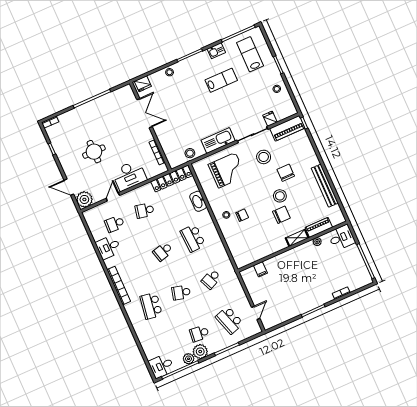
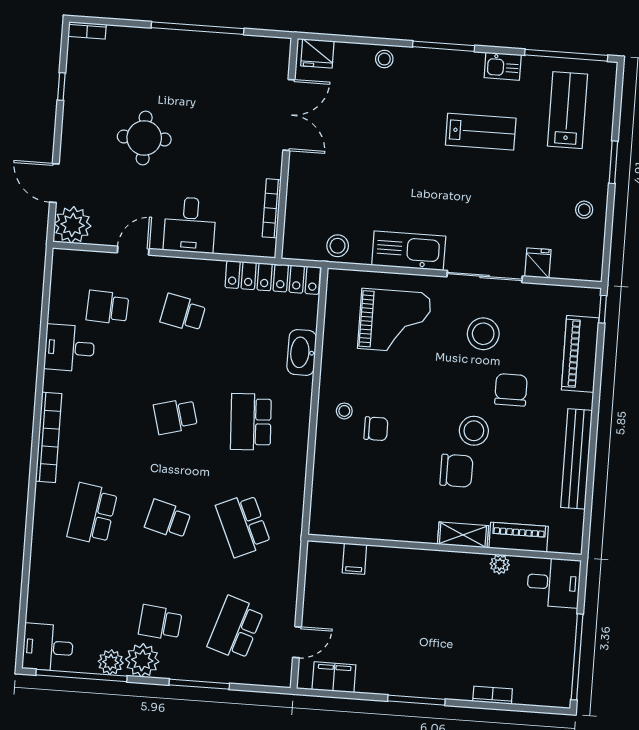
piano: (287, 128) -> (580, 354), moved, turned 90
desk: (129, 175) -> (190, 225), width x0.73
school desk: (211, 279) -> (243, 525), width x1.85
filing cabinet: (277, 319) -> (334, 677), added
school desk: (229, 320) -> (236, 628), turned 36

